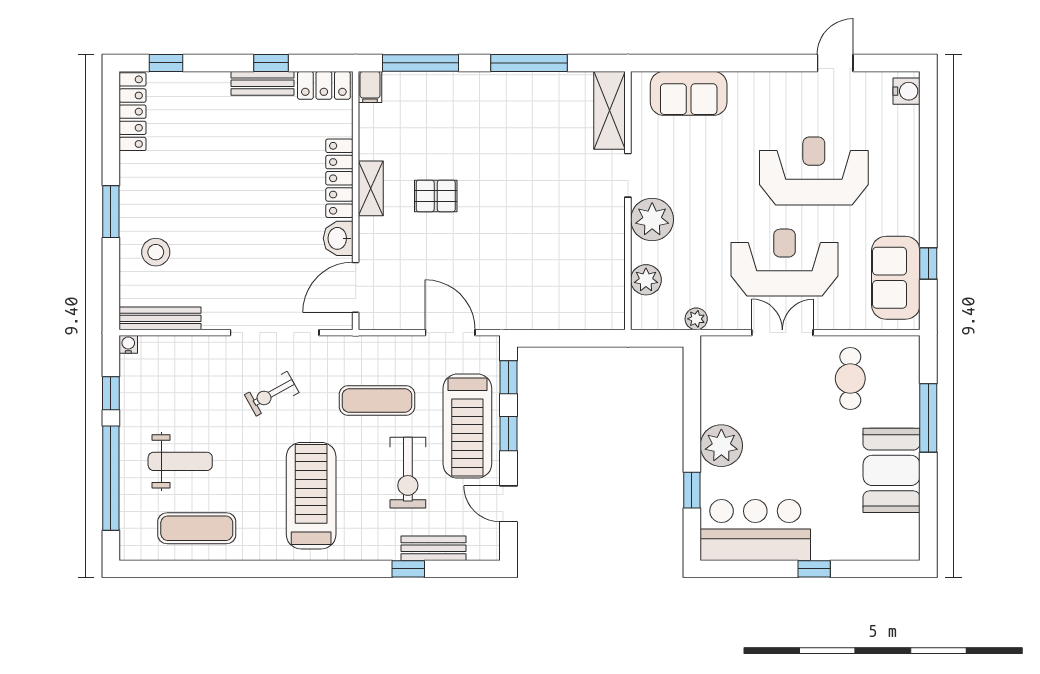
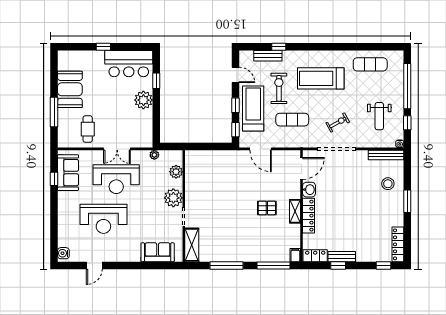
weight bench: (180, 461) -> (379, 116), moved, turned -90
treadmill: (311, 496) -> (321, 78), turned 90

